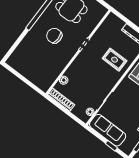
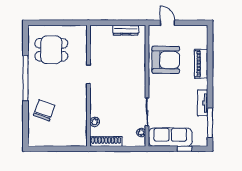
chair: (54, 36) -> (44, 110), moved, turned 110
rug: (115, 60) -> (127, 67), removed

